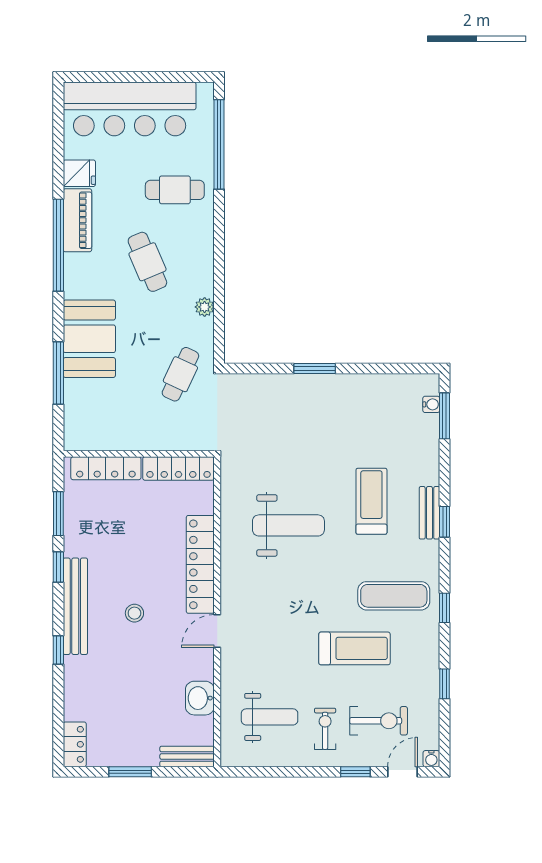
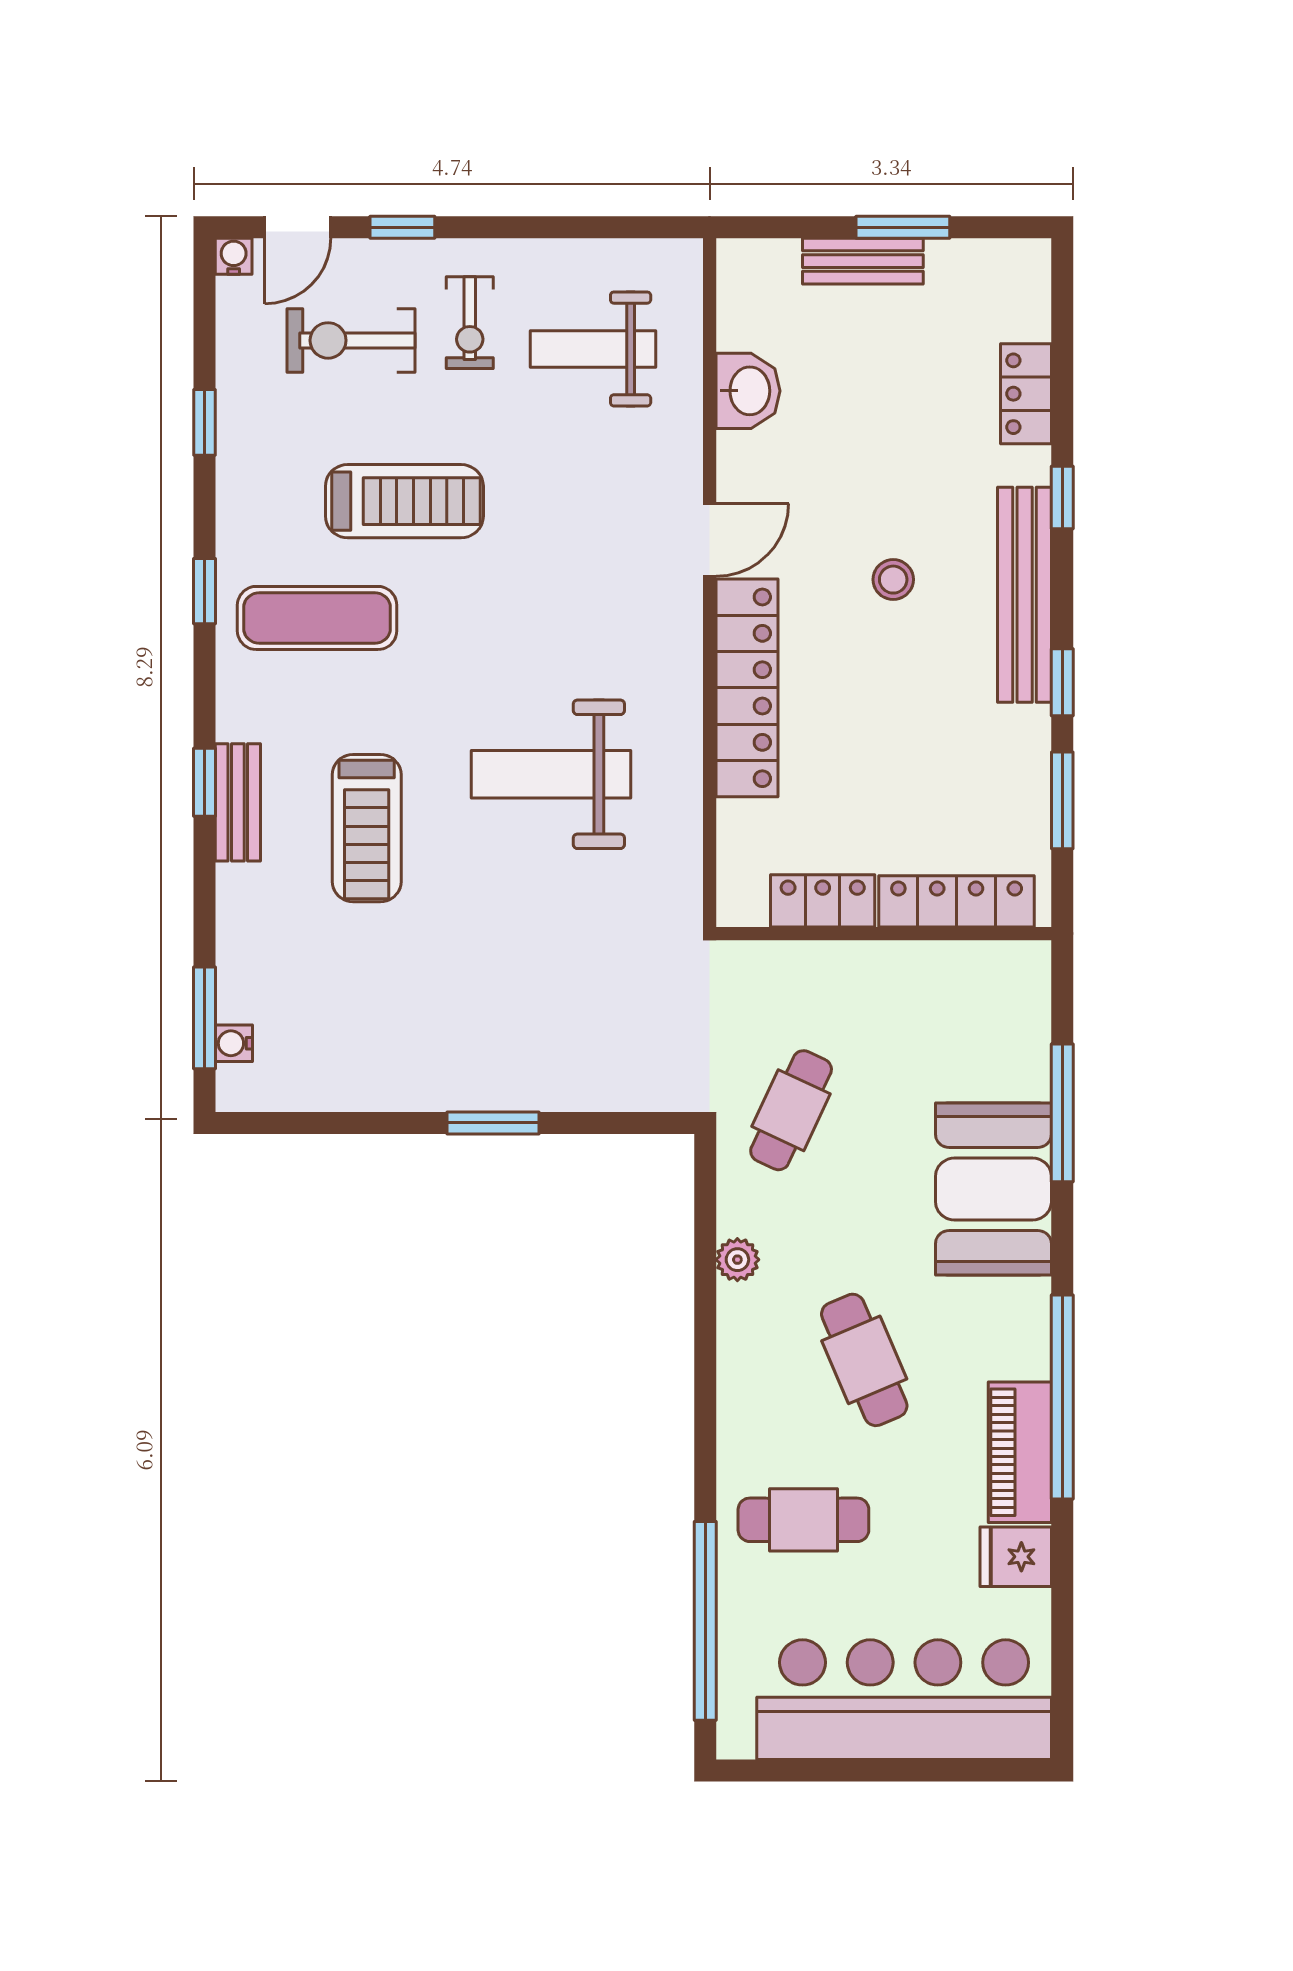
locker: (178, 469) -> (823, 901), width x0.66
treadmill: (354, 648) -> (404, 501), turned 180
locker: (75, 744) -> (1026, 394), moved
bench: (187, 756) -> (863, 261), moved

